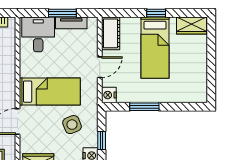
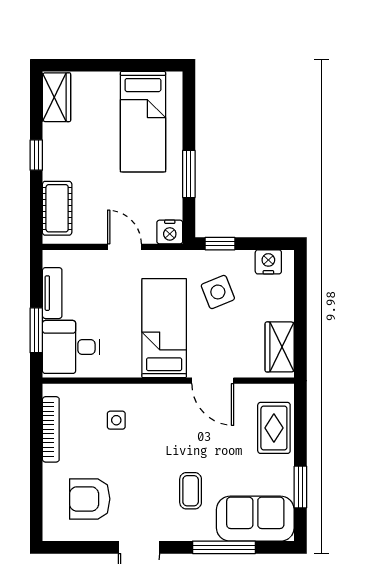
window: (62, 13) -> (36, 330), moved
cot: (111, 33) -> (57, 208), moved, turned 90
bed: (155, 48) -> (143, 122), moved, turned 90
window: (102, 141) -> (220, 244), moved

